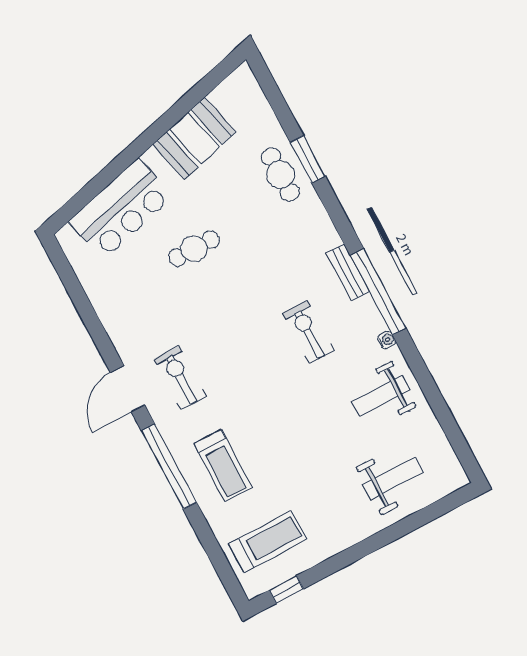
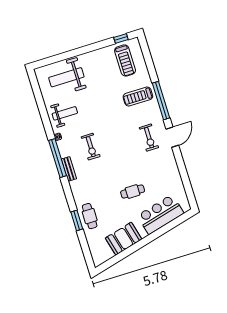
treadmill: (223, 466) -> (138, 97), turned -90
weight bench: (393, 478) -> (66, 77), width x1.36, depth x1.33
treadmill: (268, 542) -> (125, 60), turned -90

